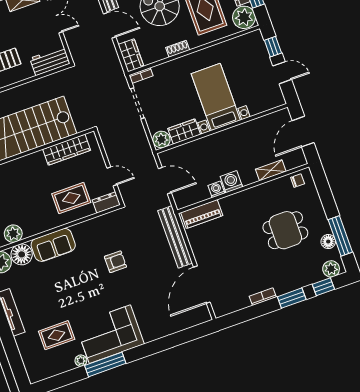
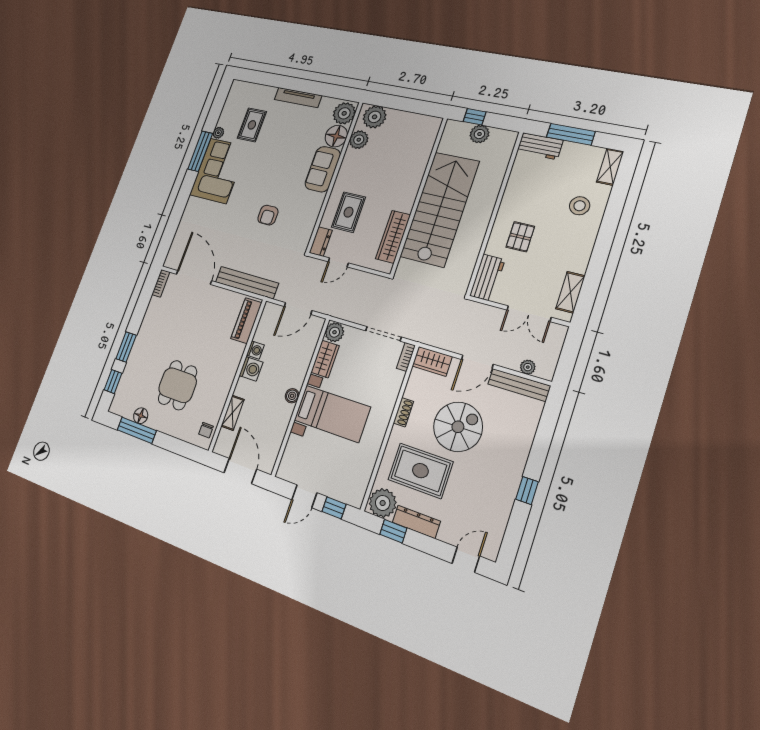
boiler: (226, 135) -> (292, 396), added
plant: (331, 269) -> (120, 400), removed
bookcase: (263, 297) -> (161, 283), moved

